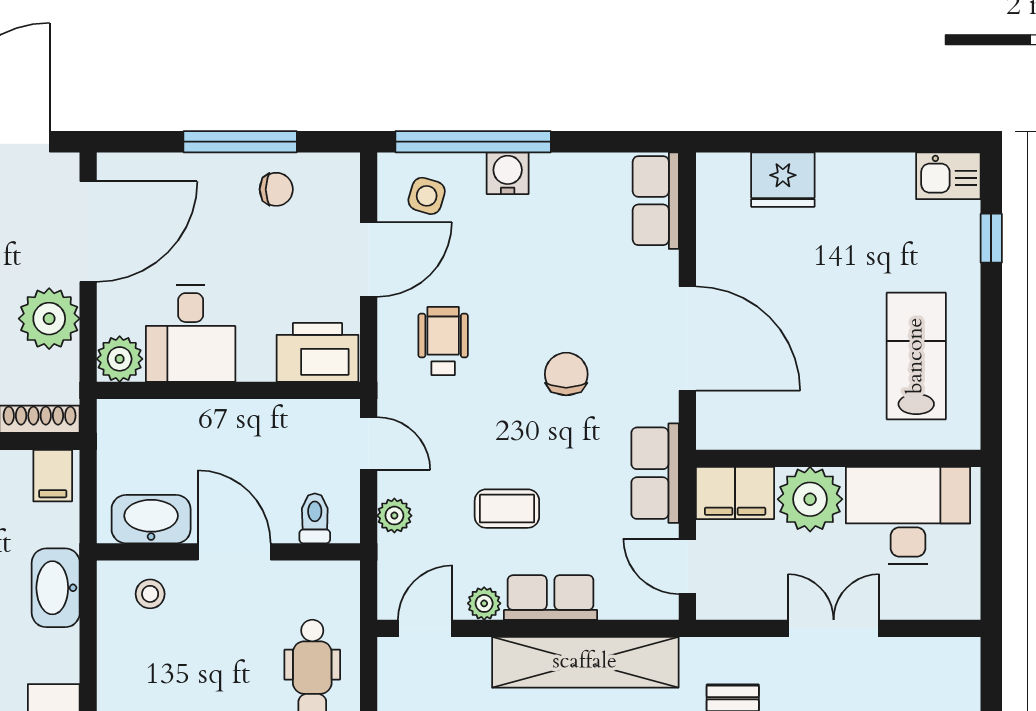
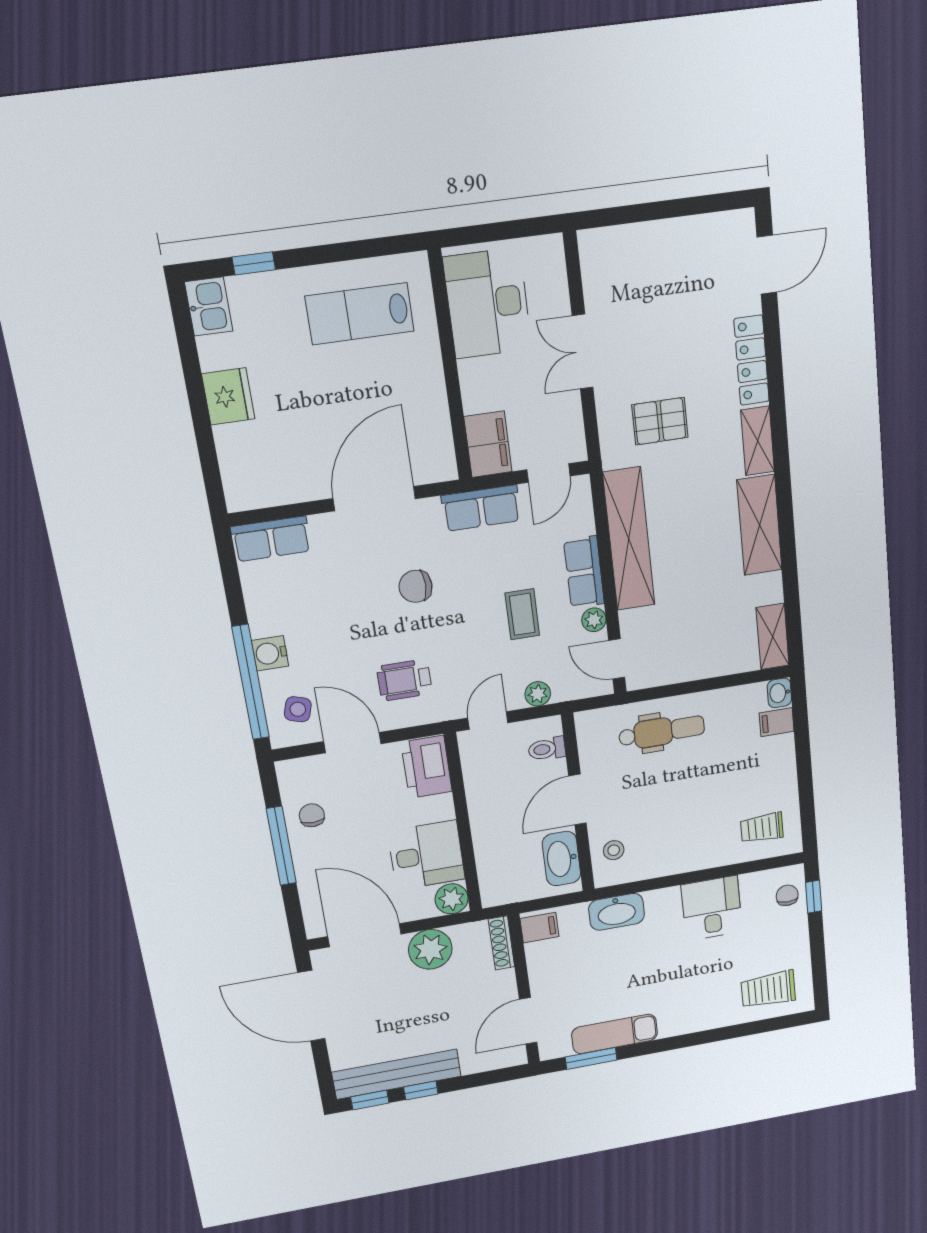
fridge: (783, 180) -> (228, 396), moved
plant: (810, 499) -> (485, 384), removed

